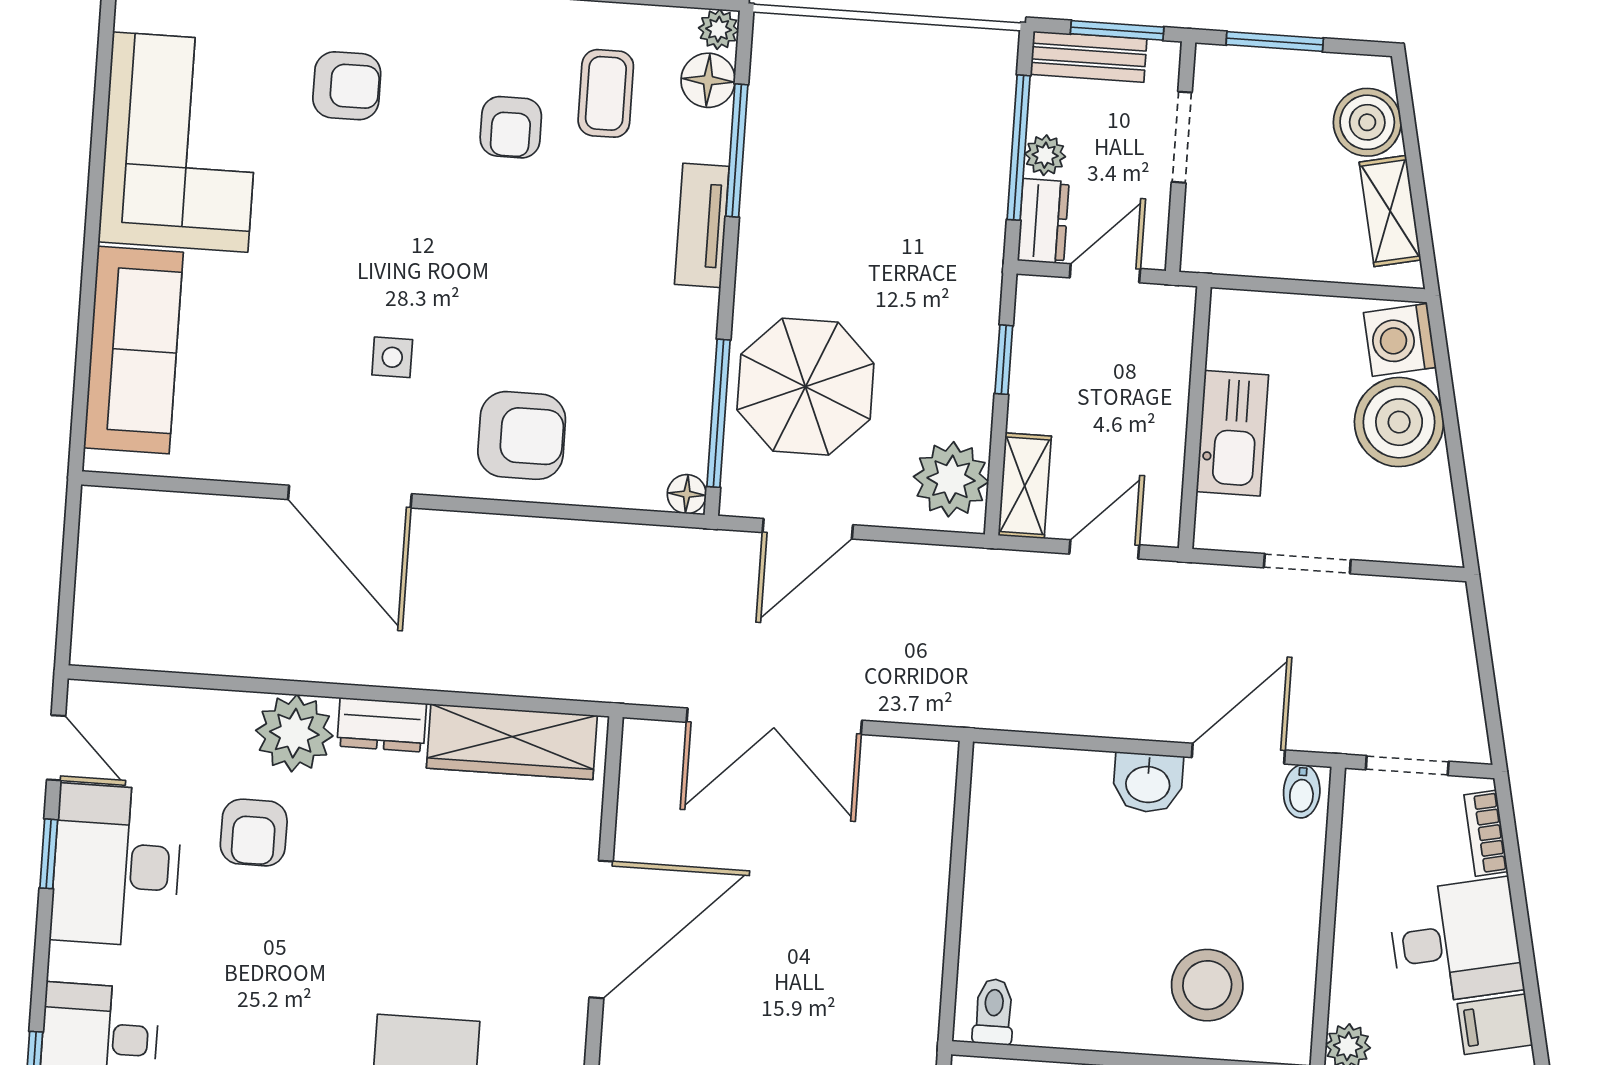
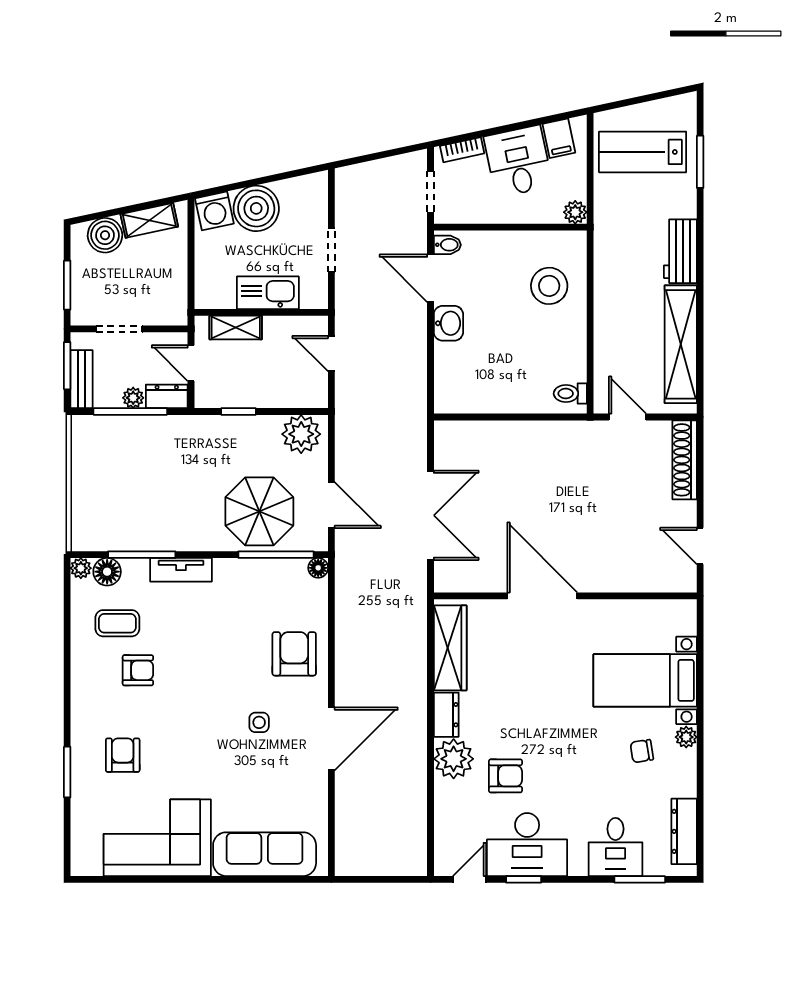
shelving: (1025, 486) -> (236, 328), moved

